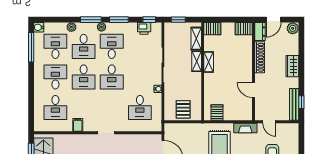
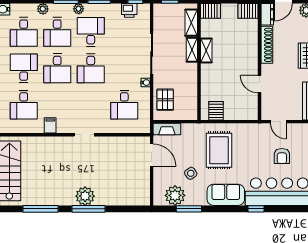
desk: (55, 46) -> (24, 32), turned 180
pallet: (183, 109) -> (165, 100), moved
fireplace: (245, 128) -> (167, 129), moved

